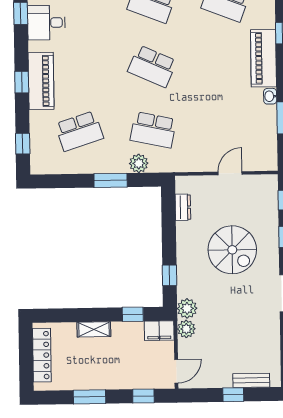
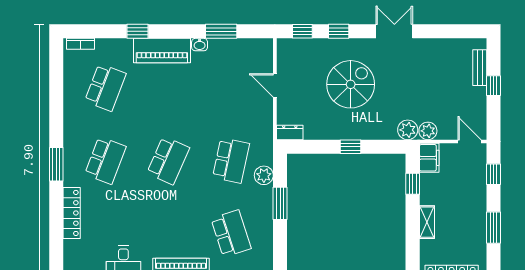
dresser: (183, 207) -> (290, 132), moved
window: (169, 275) -> (350, 147), moved

